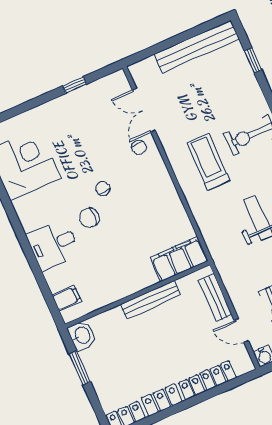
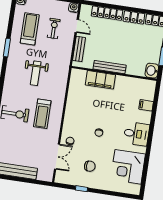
chair: (89, 218) -> (90, 166), moved
desk: (53, 245) -> (136, 134), moved
filing cabinet: (179, 259) -> (100, 80), moved
filing cabinet: (66, 298) -> (146, 105), moved

